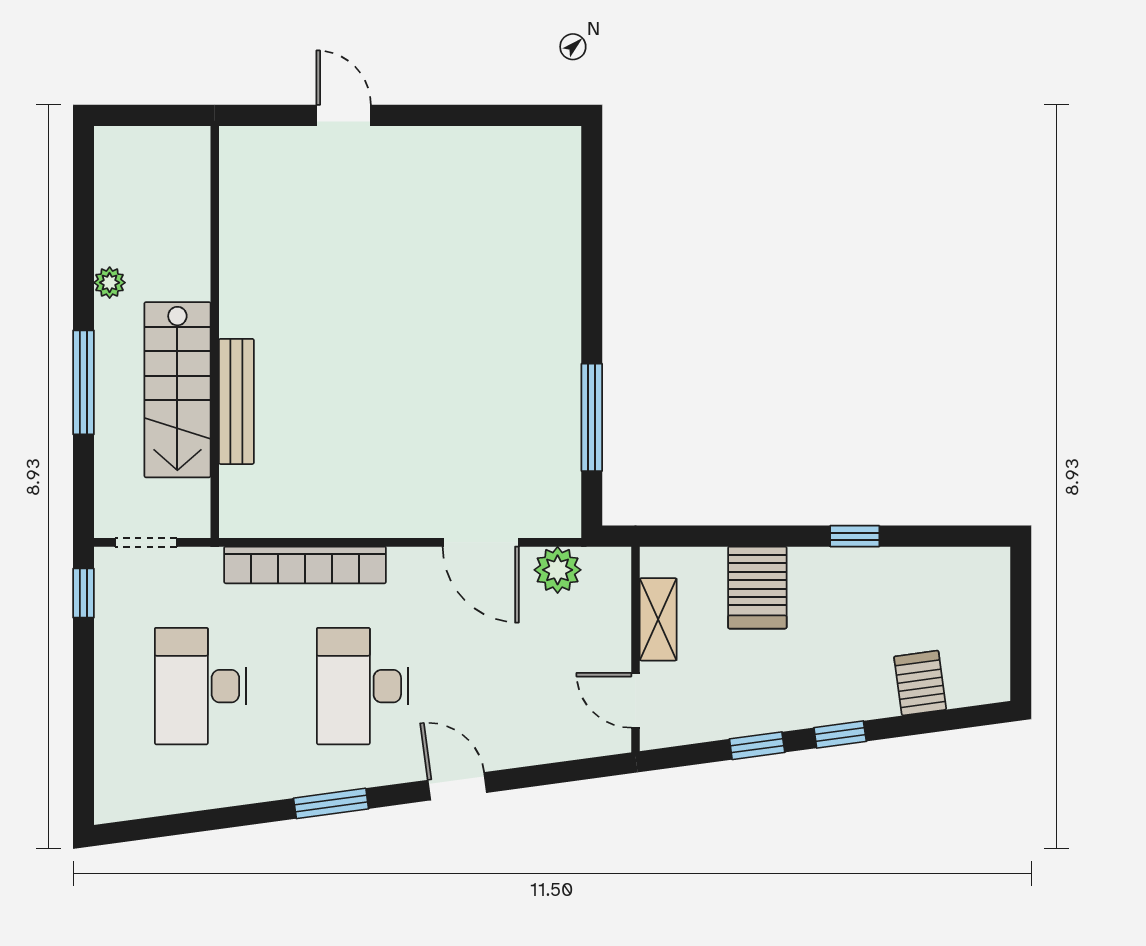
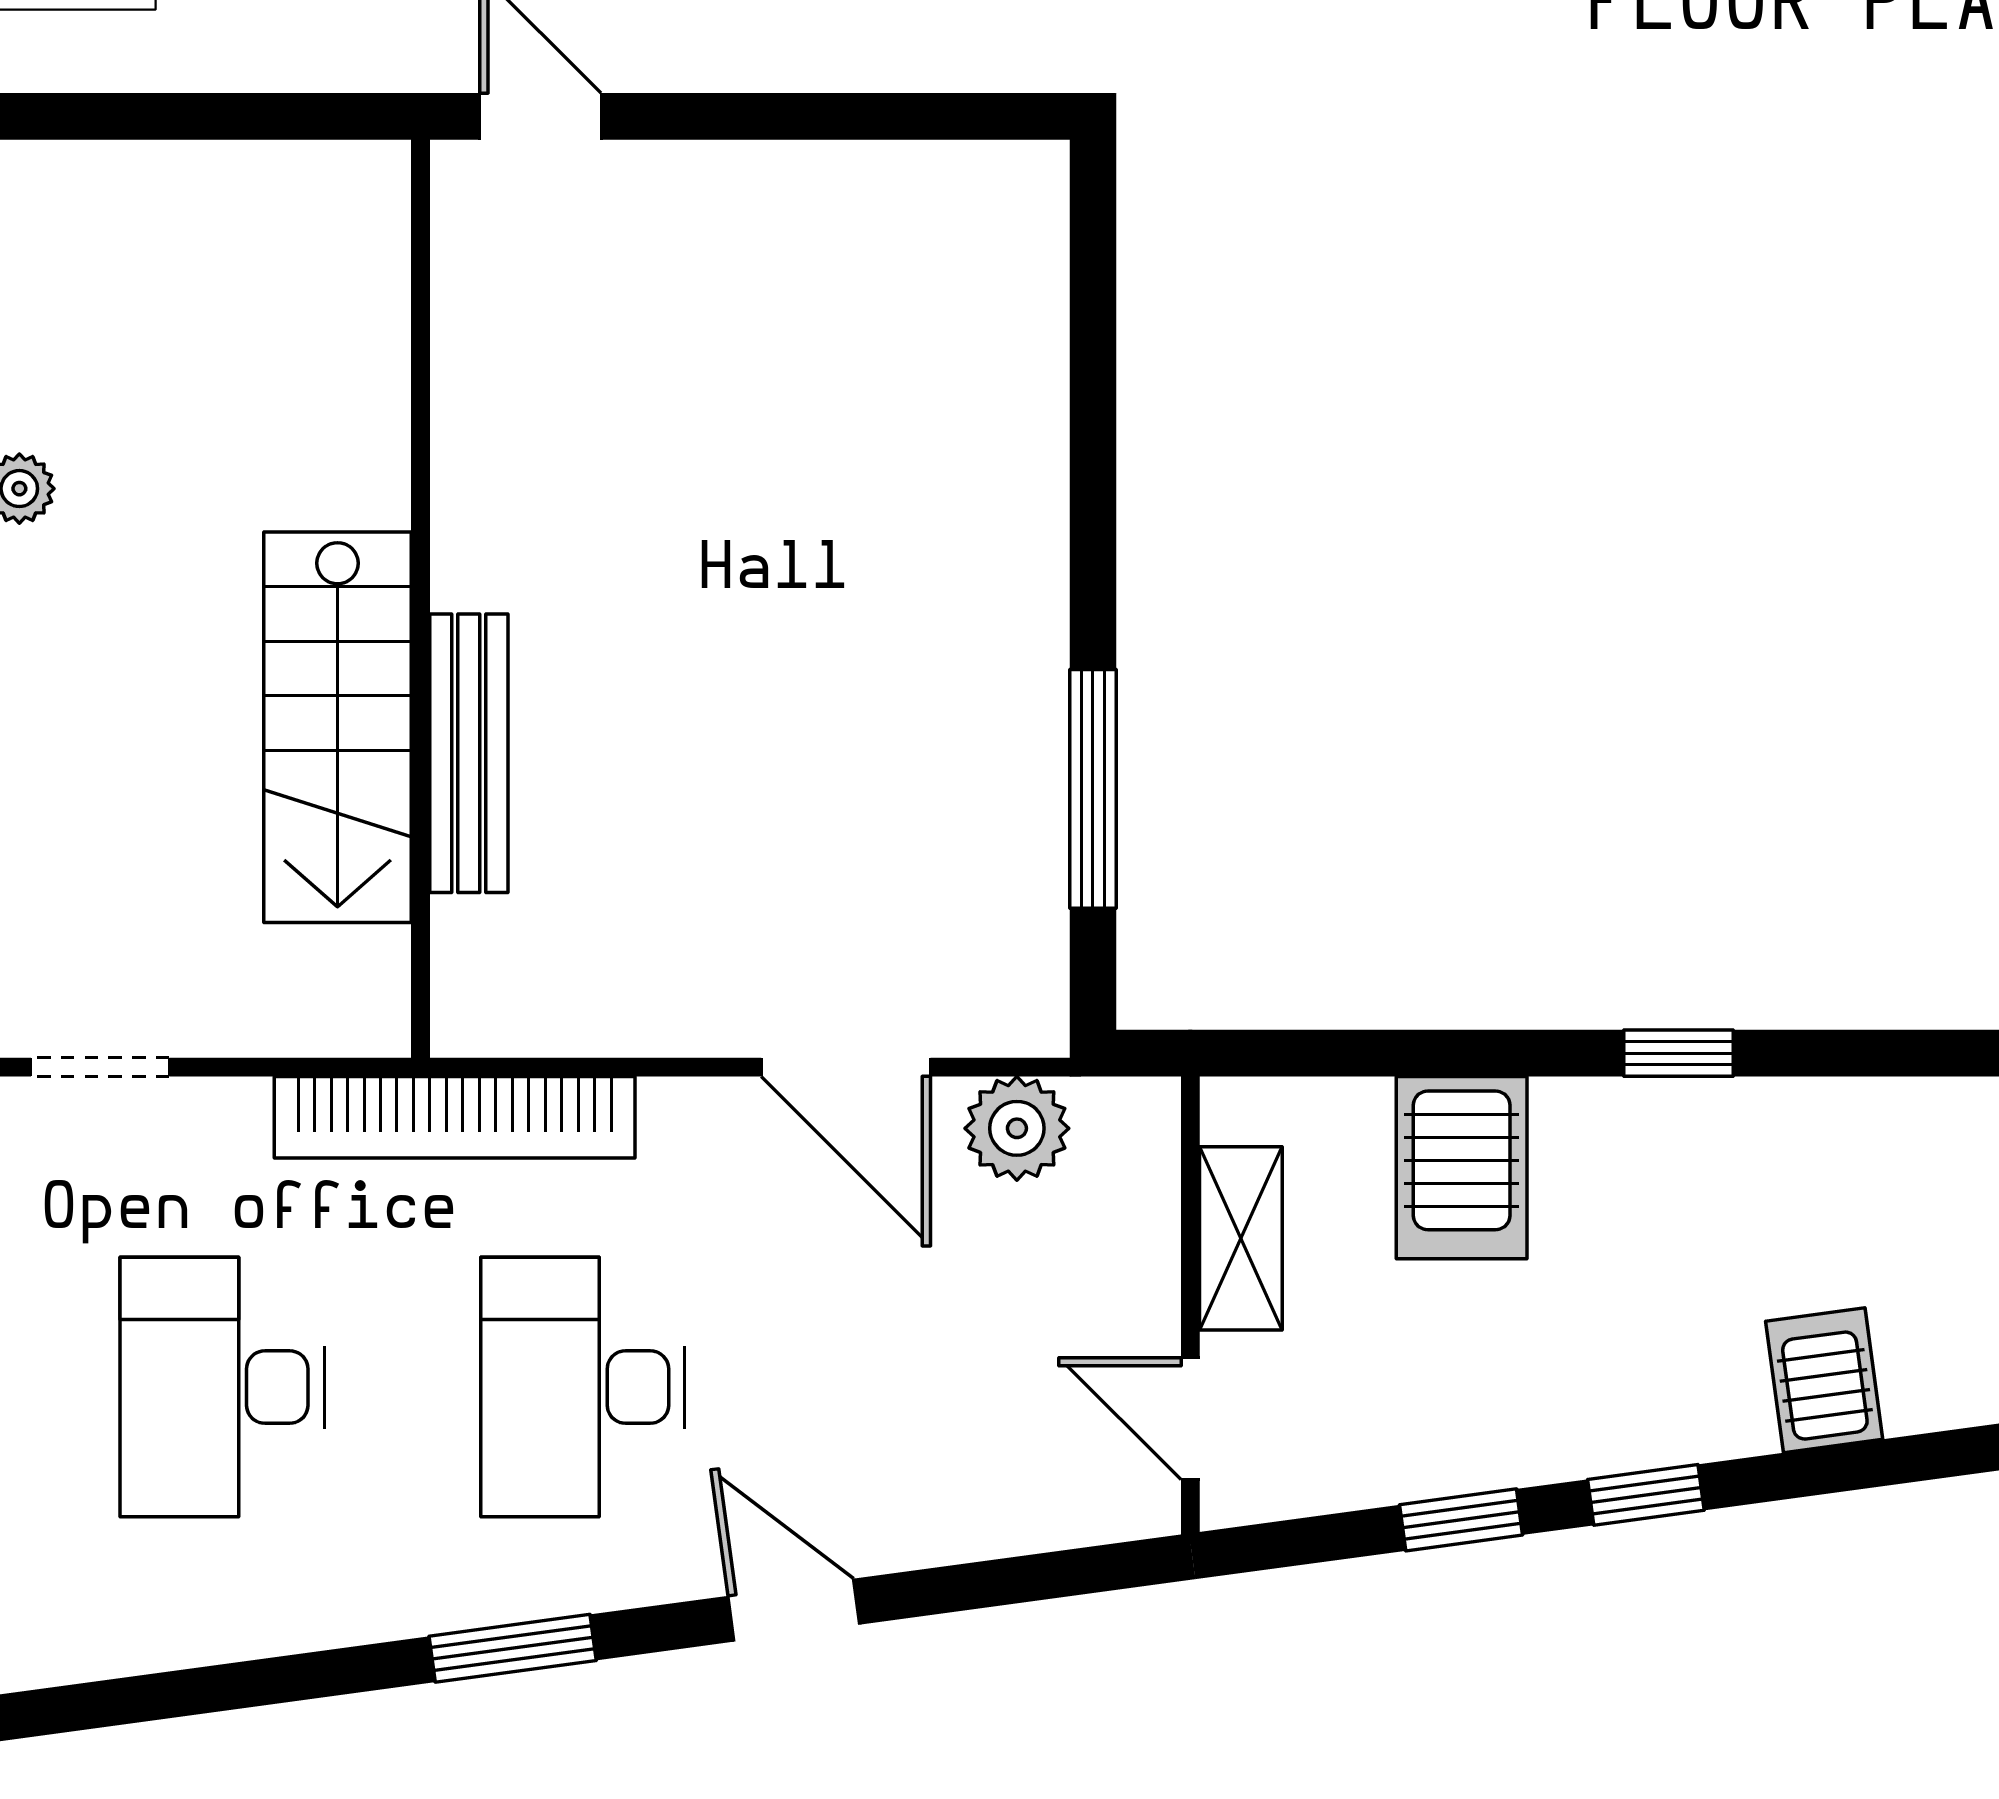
wall: (215, 332) -> (420, 599), moved
stairs: (177, 390) -> (338, 727), moved
bench: (236, 401) -> (469, 753), moved

